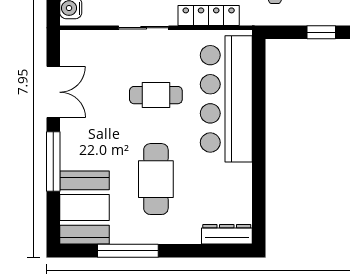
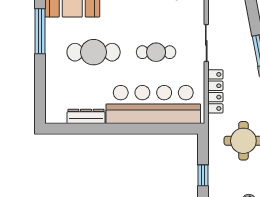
cafe table: (156, 95) -> (156, 52), turned 90
dresser: (227, 234) -> (86, 116), moved, turned -90

